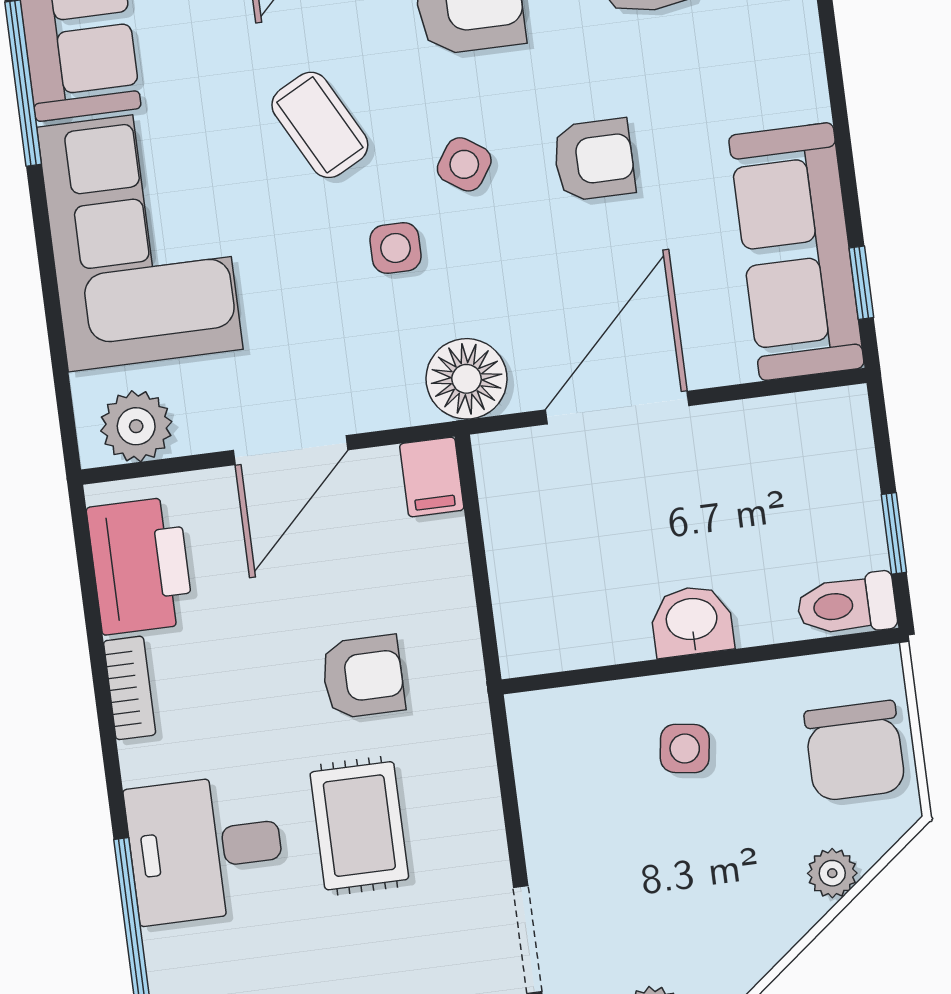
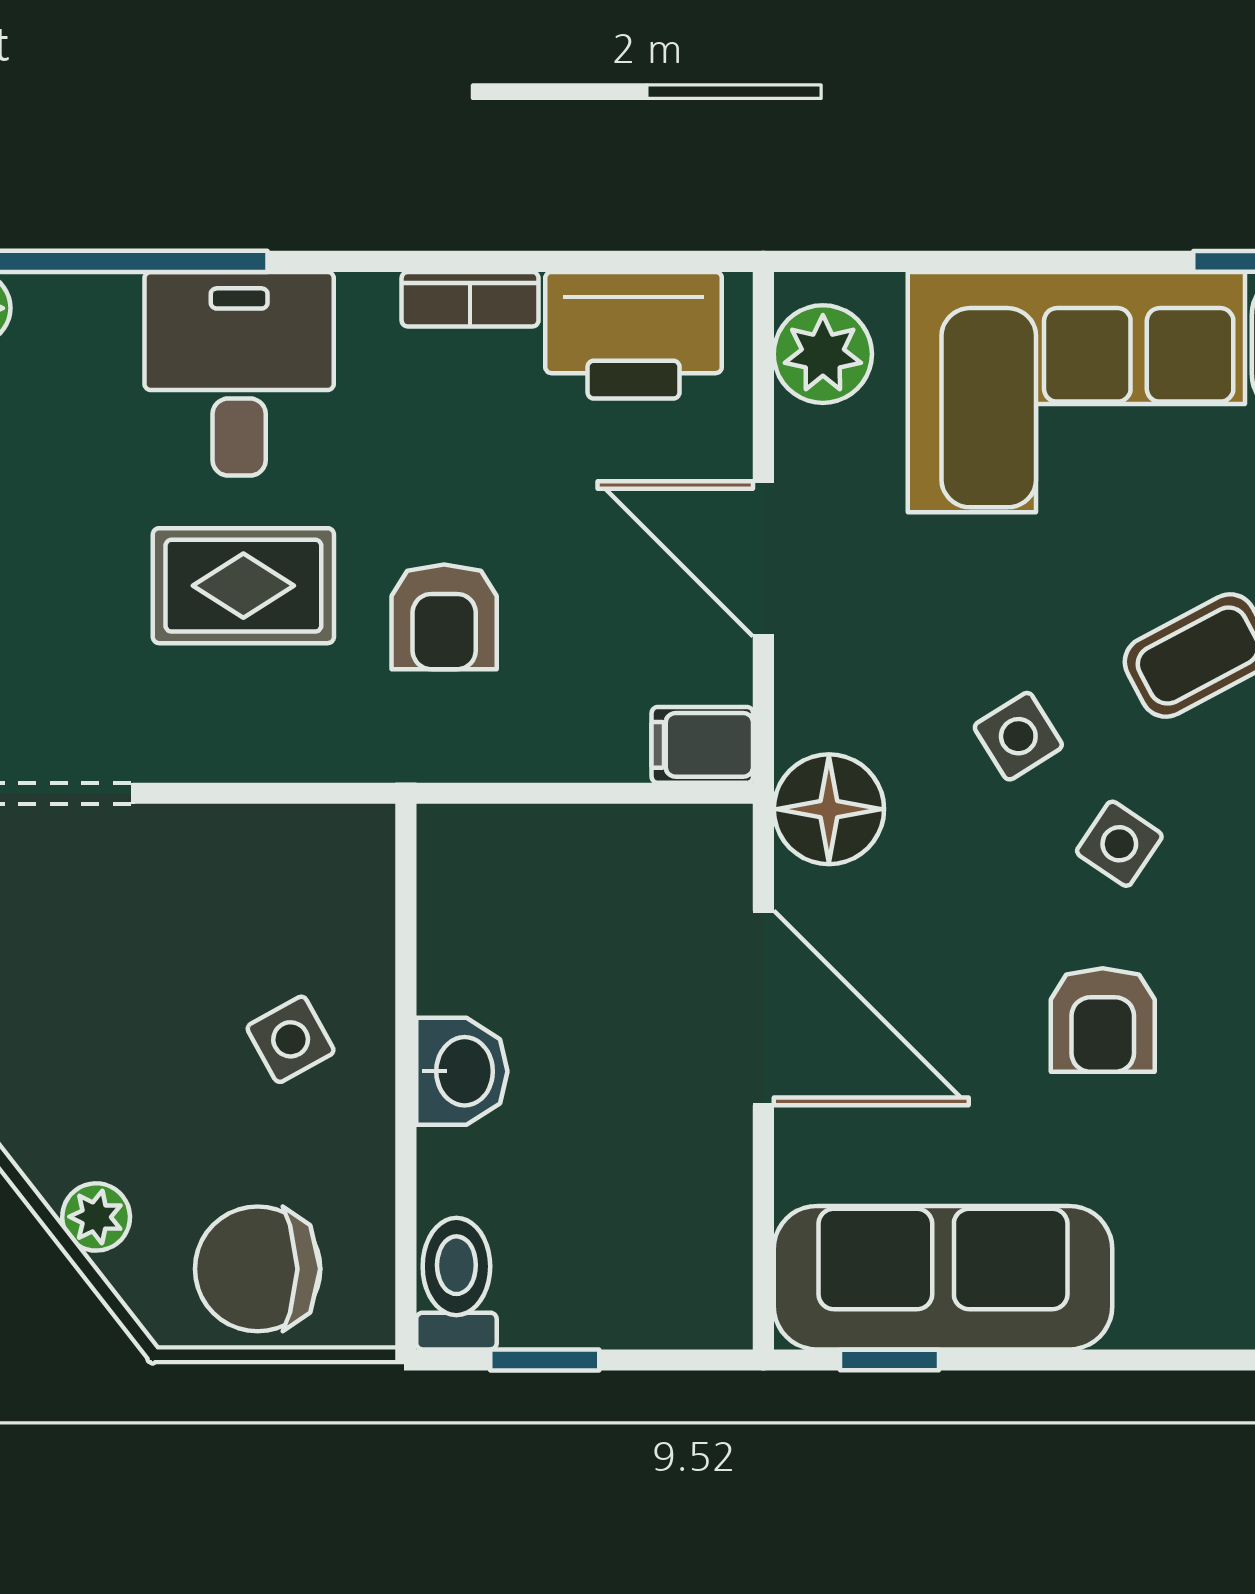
side table: (396, 248) -> (1018, 736), turned -32
side table: (685, 749) -> (291, 1039), turned -37

